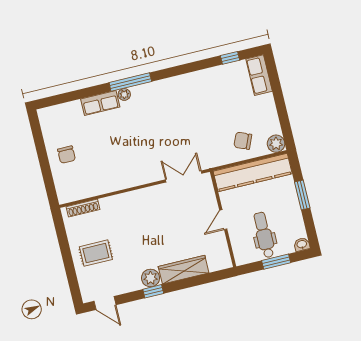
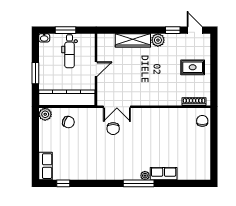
chair: (181, 146) -> (113, 129), added
chair: (66, 155) -> (202, 121), moved
window: (153, 291) -> (173, 30), moved

